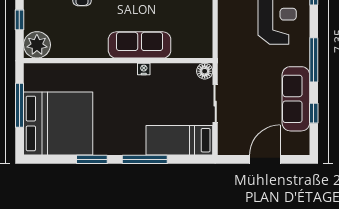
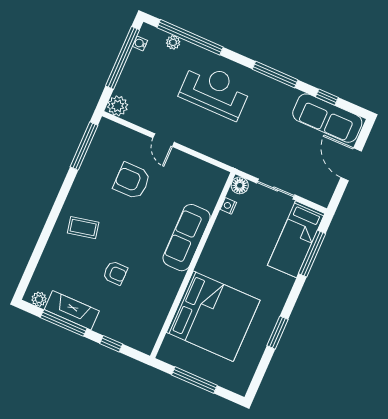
plant: (37, 45) -> (143, 337), removed
nightstand: (144, 69) -> (228, 206), moved
sofa: (296, 99) -> (327, 118), moved
bed: (58, 123) -> (213, 316), moved, turned 90
window: (145, 159) -> (312, 254), moved

